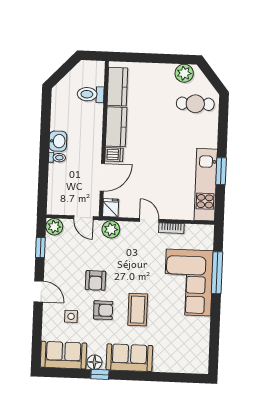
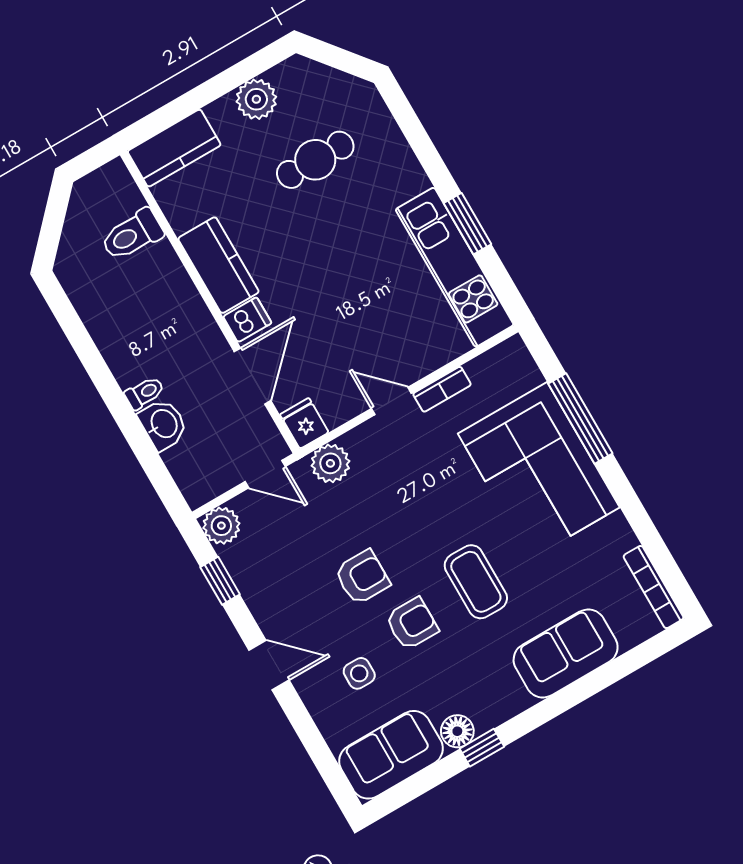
plant: (184, 73) -> (256, 99), moved
kitchen counter: (117, 87) -> (174, 148), moved, turned 90
cafe table: (195, 104) -> (315, 160), moved
washbasin: (58, 141) -> (163, 424), moved
armchair: (96, 280) -> (362, 577), turned -90
bookcase: (204, 355) -> (654, 587), added
sofa: (129, 358) -> (566, 654), moved

